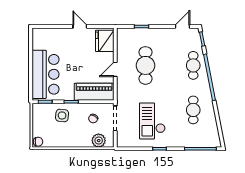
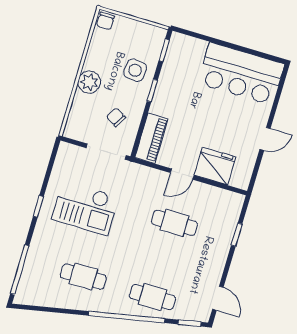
fridge: (105, 41) -> (215, 166), moved
cafe table: (145, 65) -> (174, 223), width x0.73, depth x0.74
door: (115, 69) -> (182, 174), swing flipped
bar counter: (45, 74) -> (241, 74), moved
piano: (94, 92) -> (151, 138), width x0.73, depth x0.75
checkout: (152, 121) -> (85, 208), turned 180
plant: (99, 141) -> (89, 82), moved

